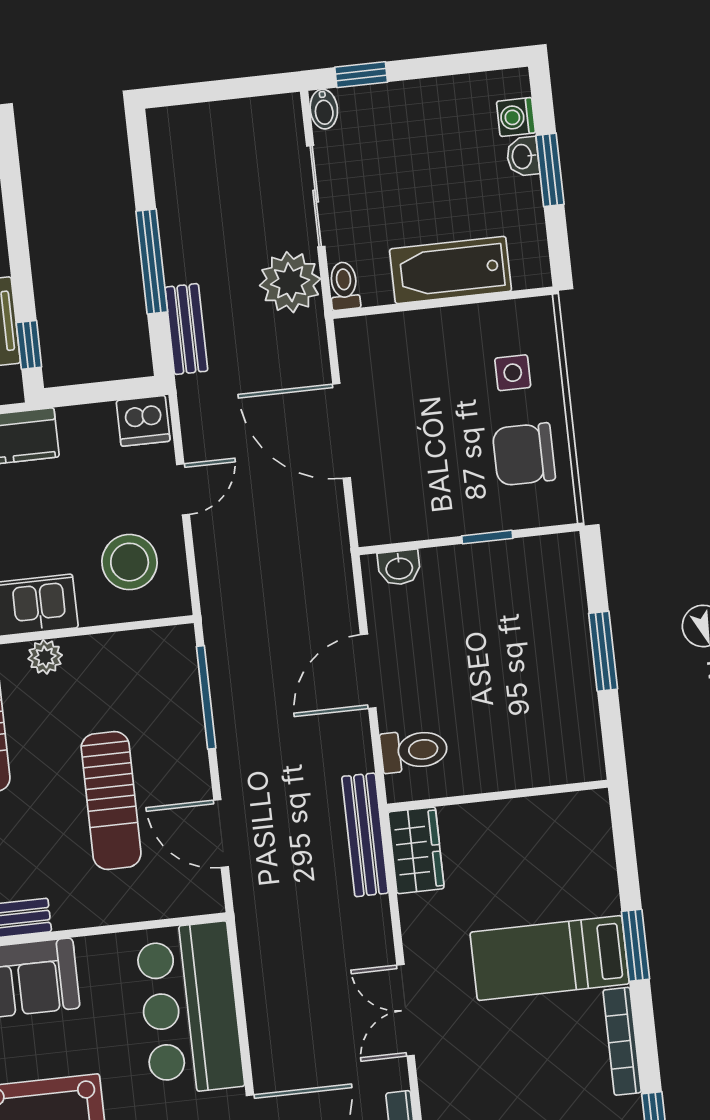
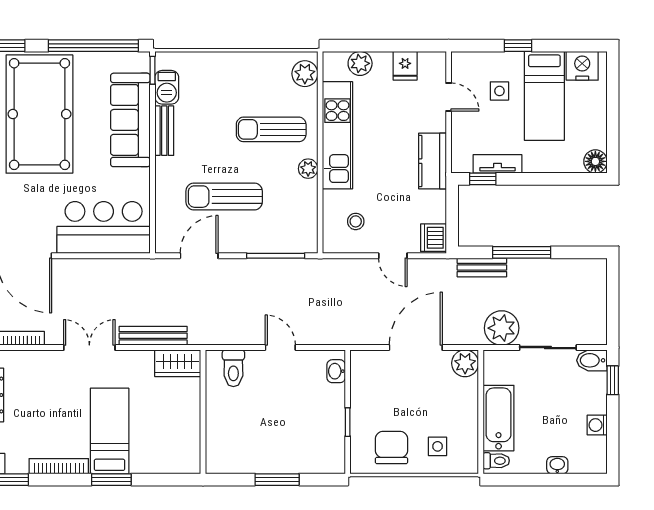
bidet: (324, 109) -> (592, 360), width x1.38, depth x1.36
washing machine: (516, 117) -> (597, 425), moved, turned -90
window: (550, 170) -> (548, 480), removed
toilet: (344, 286) -> (496, 461), moved
plant: (360, 340) -> (465, 363), added
stool: (130, 562) -> (356, 221), width x0.53, depth x0.53
door: (368, 671) -> (280, 348), width x0.73
bench: (365, 835) -> (153, 336), moved

